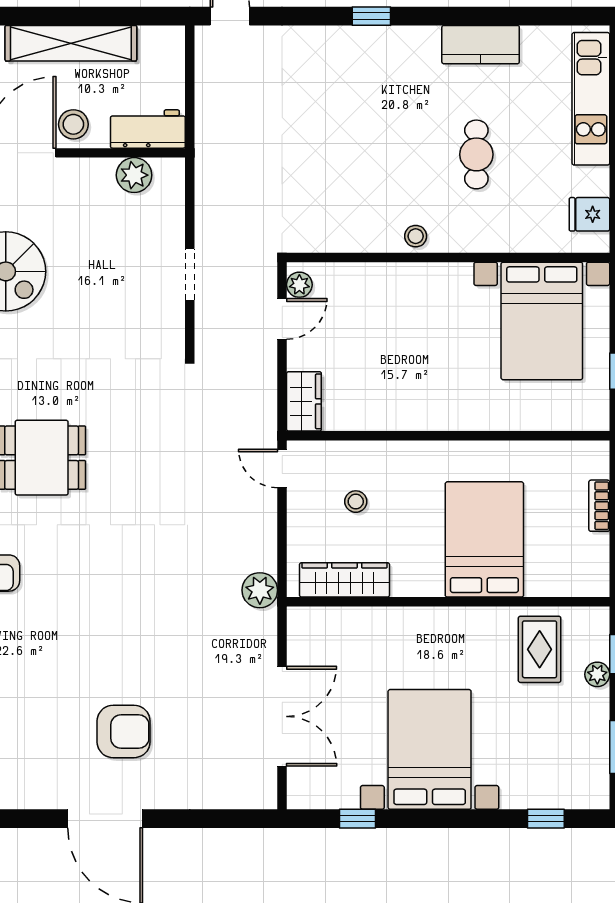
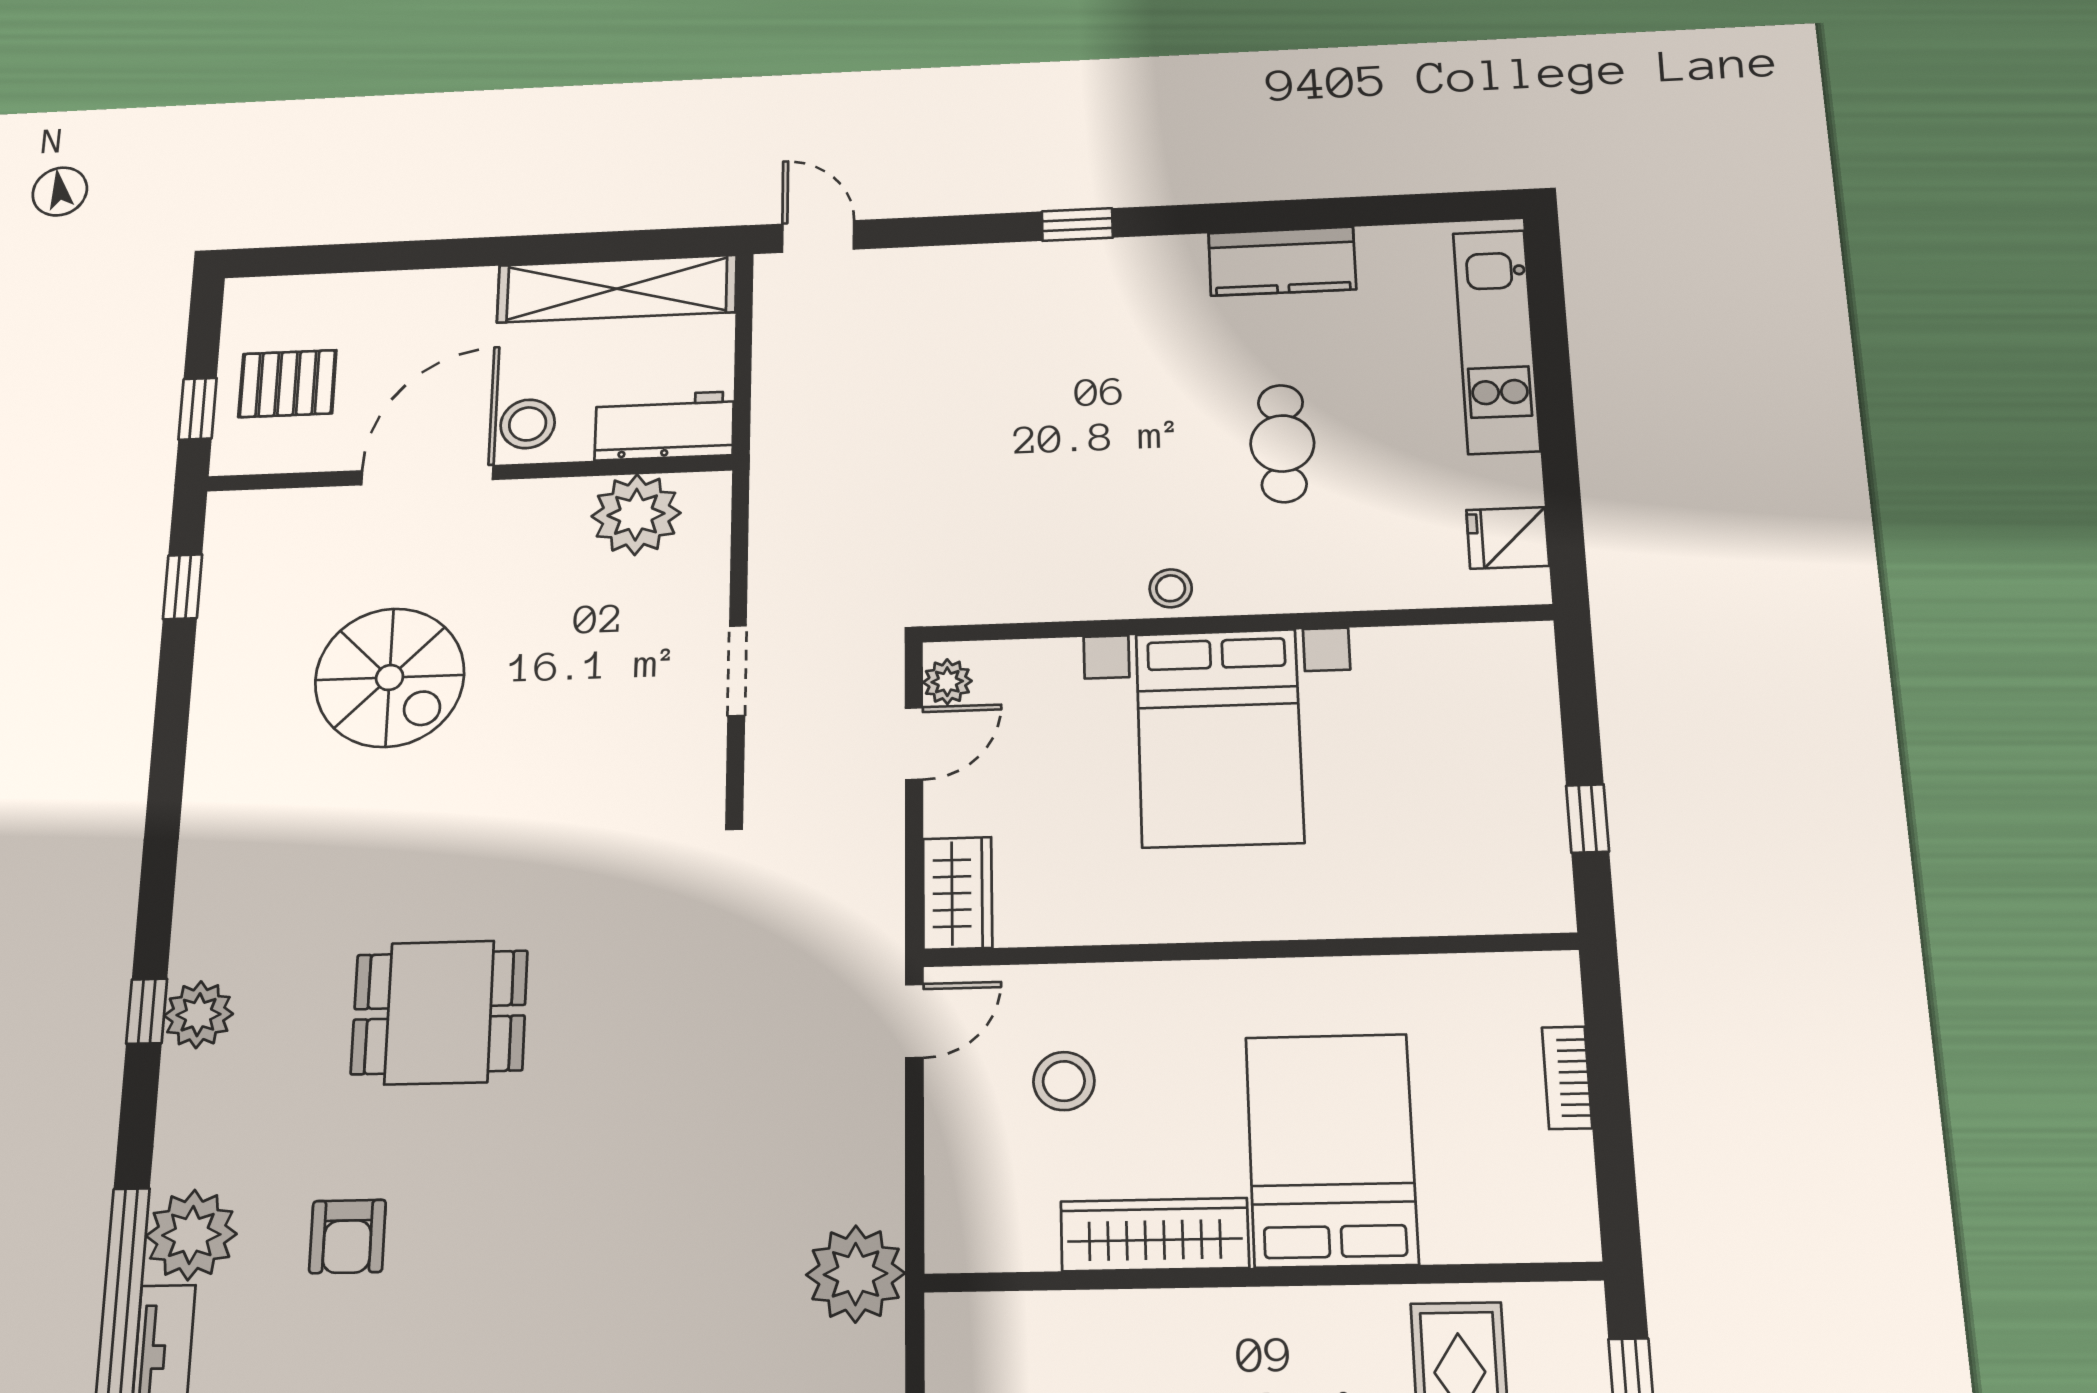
shelving: (71, 43) -> (617, 289), moved
plant: (134, 175) -> (636, 515), width x1.36, depth x1.36
bed with nightstands: (542, 321) -> (1219, 738), moved
door: (282, 468) -> (914, 1021), swing flipped
stool: (356, 502) -> (1064, 1081), width x1.37, depth x1.37
wardrobe: (344, 580) -> (1155, 1234), moved
plant: (260, 590) -> (856, 1274), width x1.36, depth x1.36

